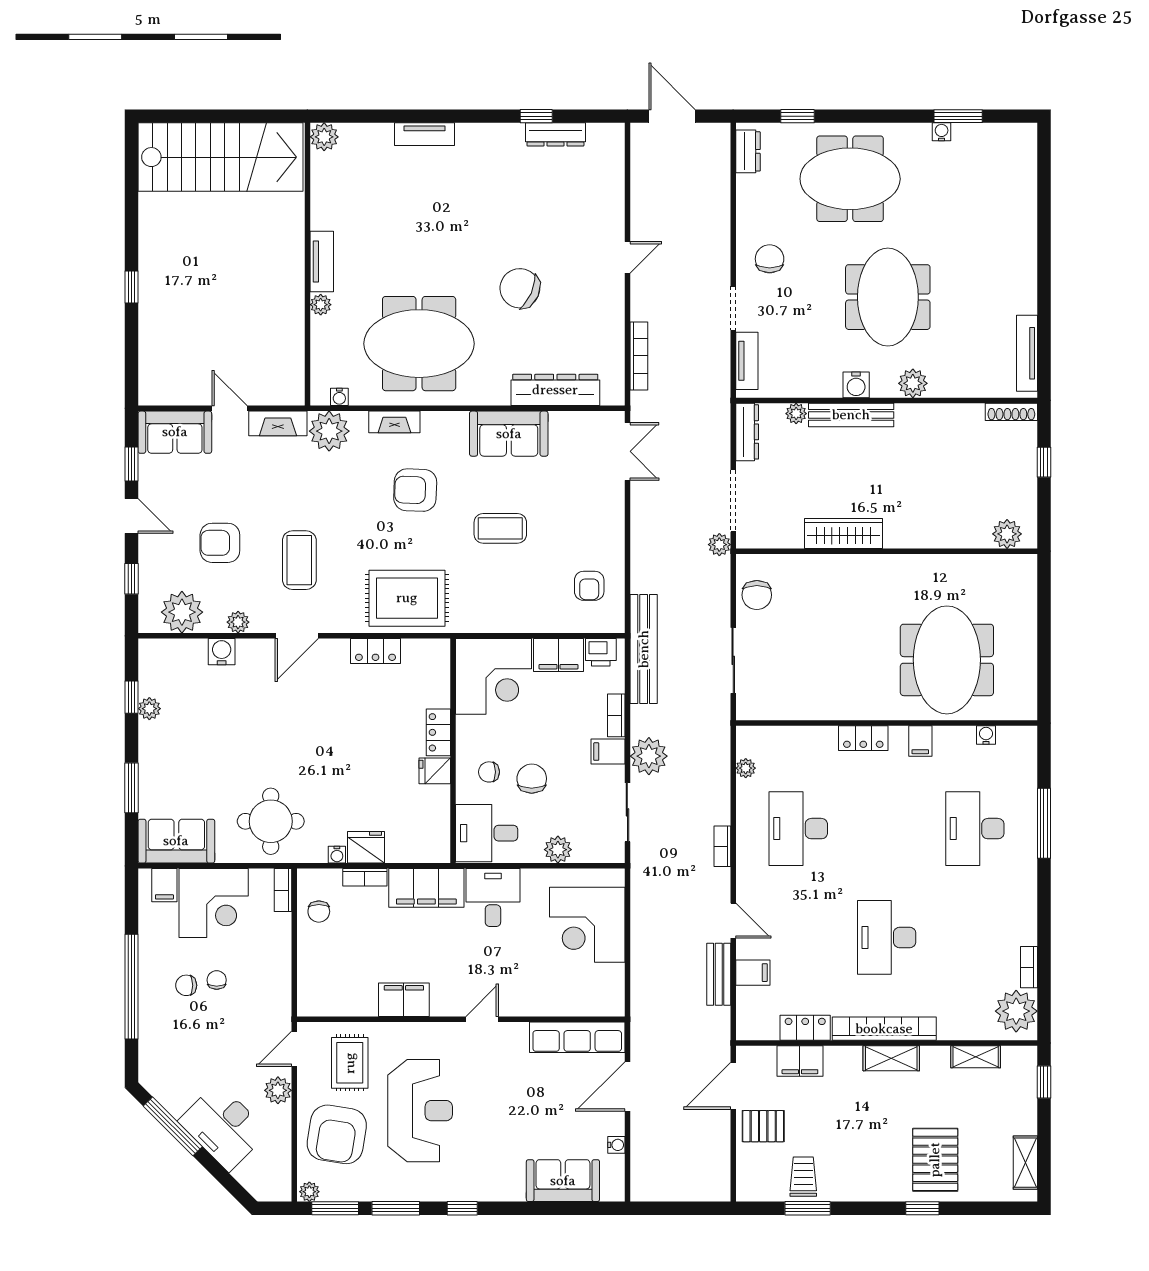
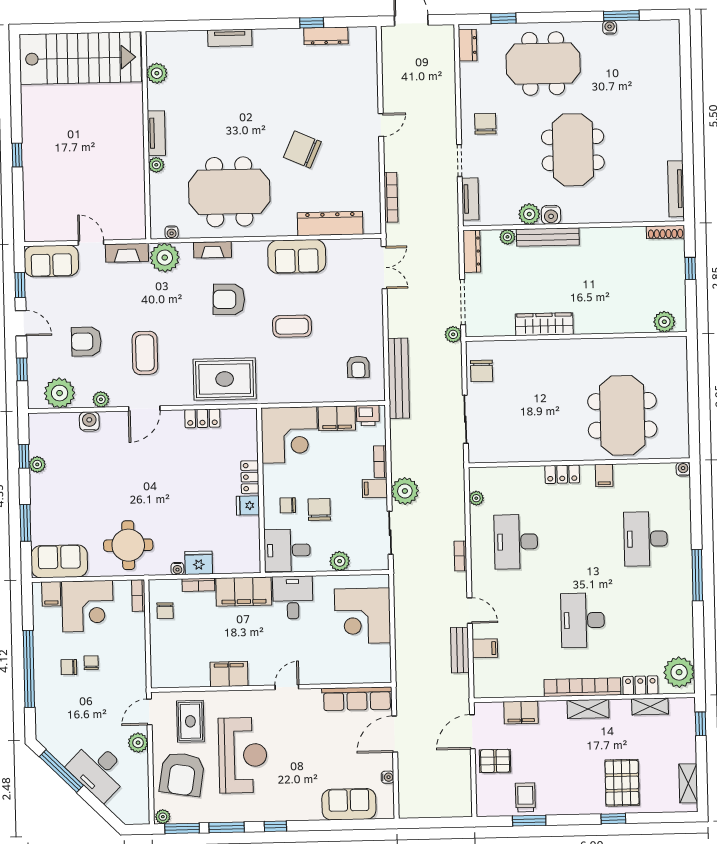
plant: (324, 137) -> (157, 73), moved
plant: (913, 383) -> (529, 214), moved
bench: (644, 649) -> (399, 378), moved
water cooler: (986, 735) -> (683, 469), moved
window: (1044, 823) -> (697, 575), moved
bookcase: (1029, 967) -> (688, 640), removed
locker: (805, 1028) -> (640, 685), moved

